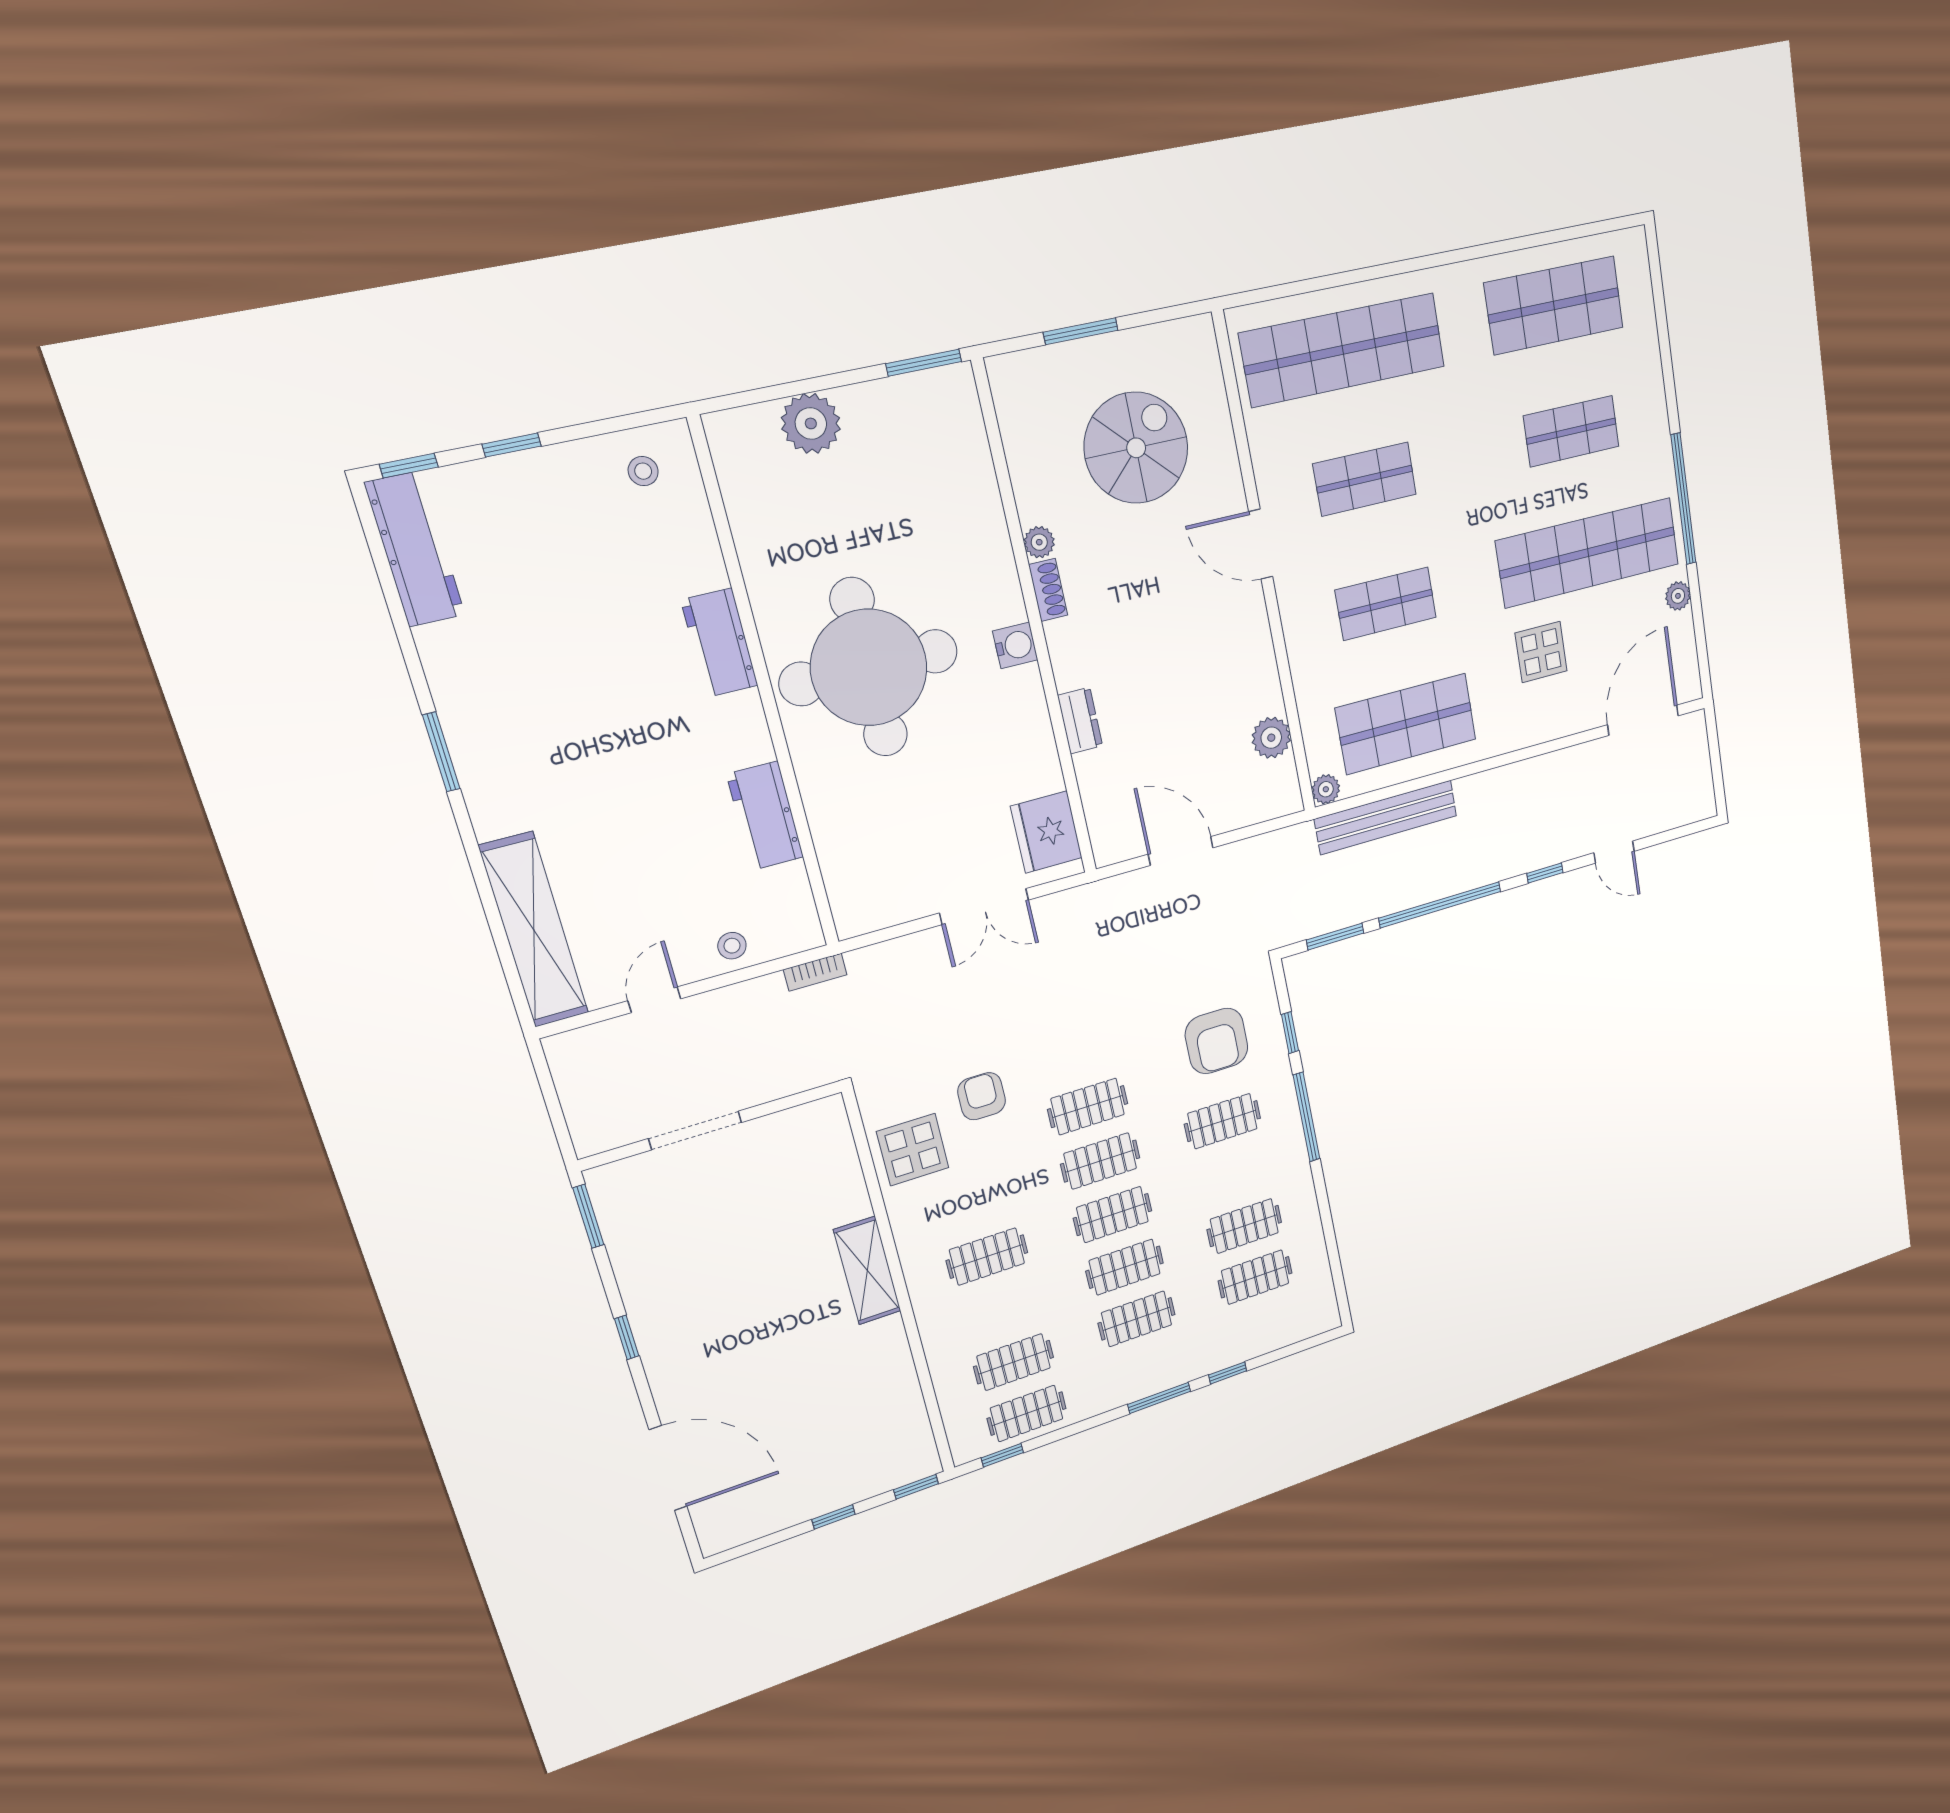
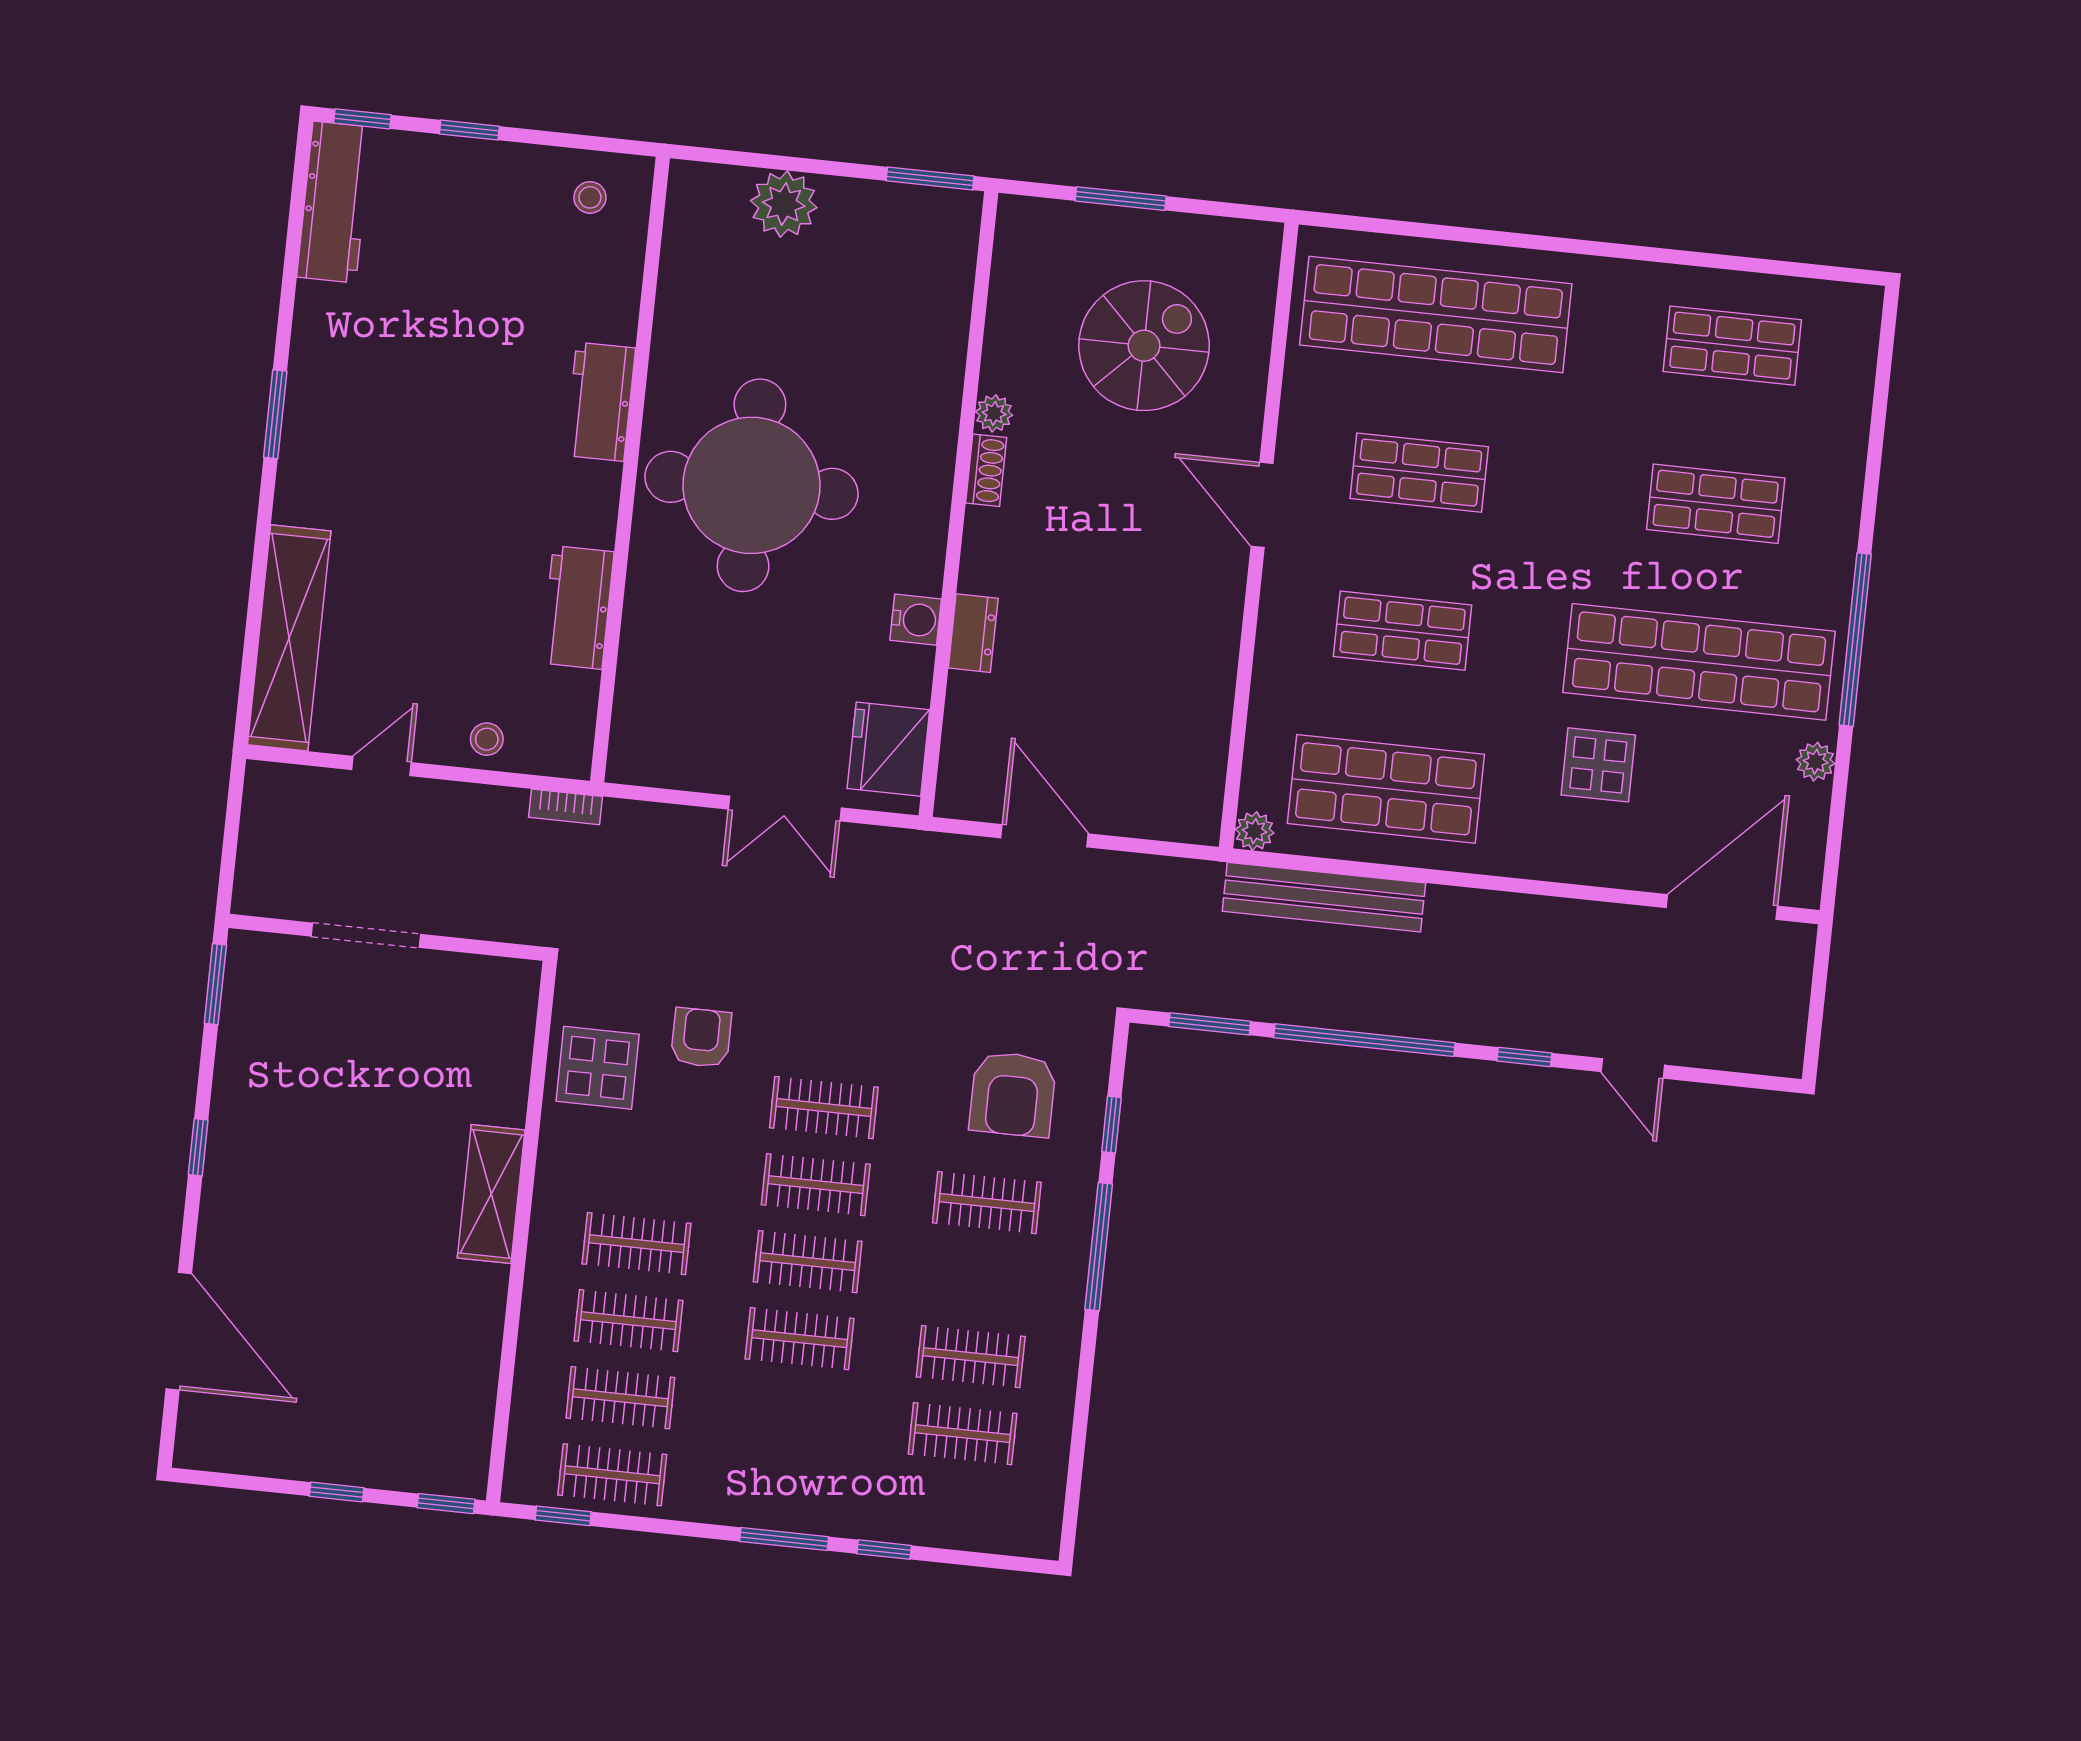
shop shelf: (1554, 305) -> (1732, 346), width x0.70, depth x0.74
water cooler: (1015, 645) -> (916, 620), moved
plant: (1271, 738) -> (1203, 741), removed
clothes rail: (1137, 1319) -> (628, 1321), moved

